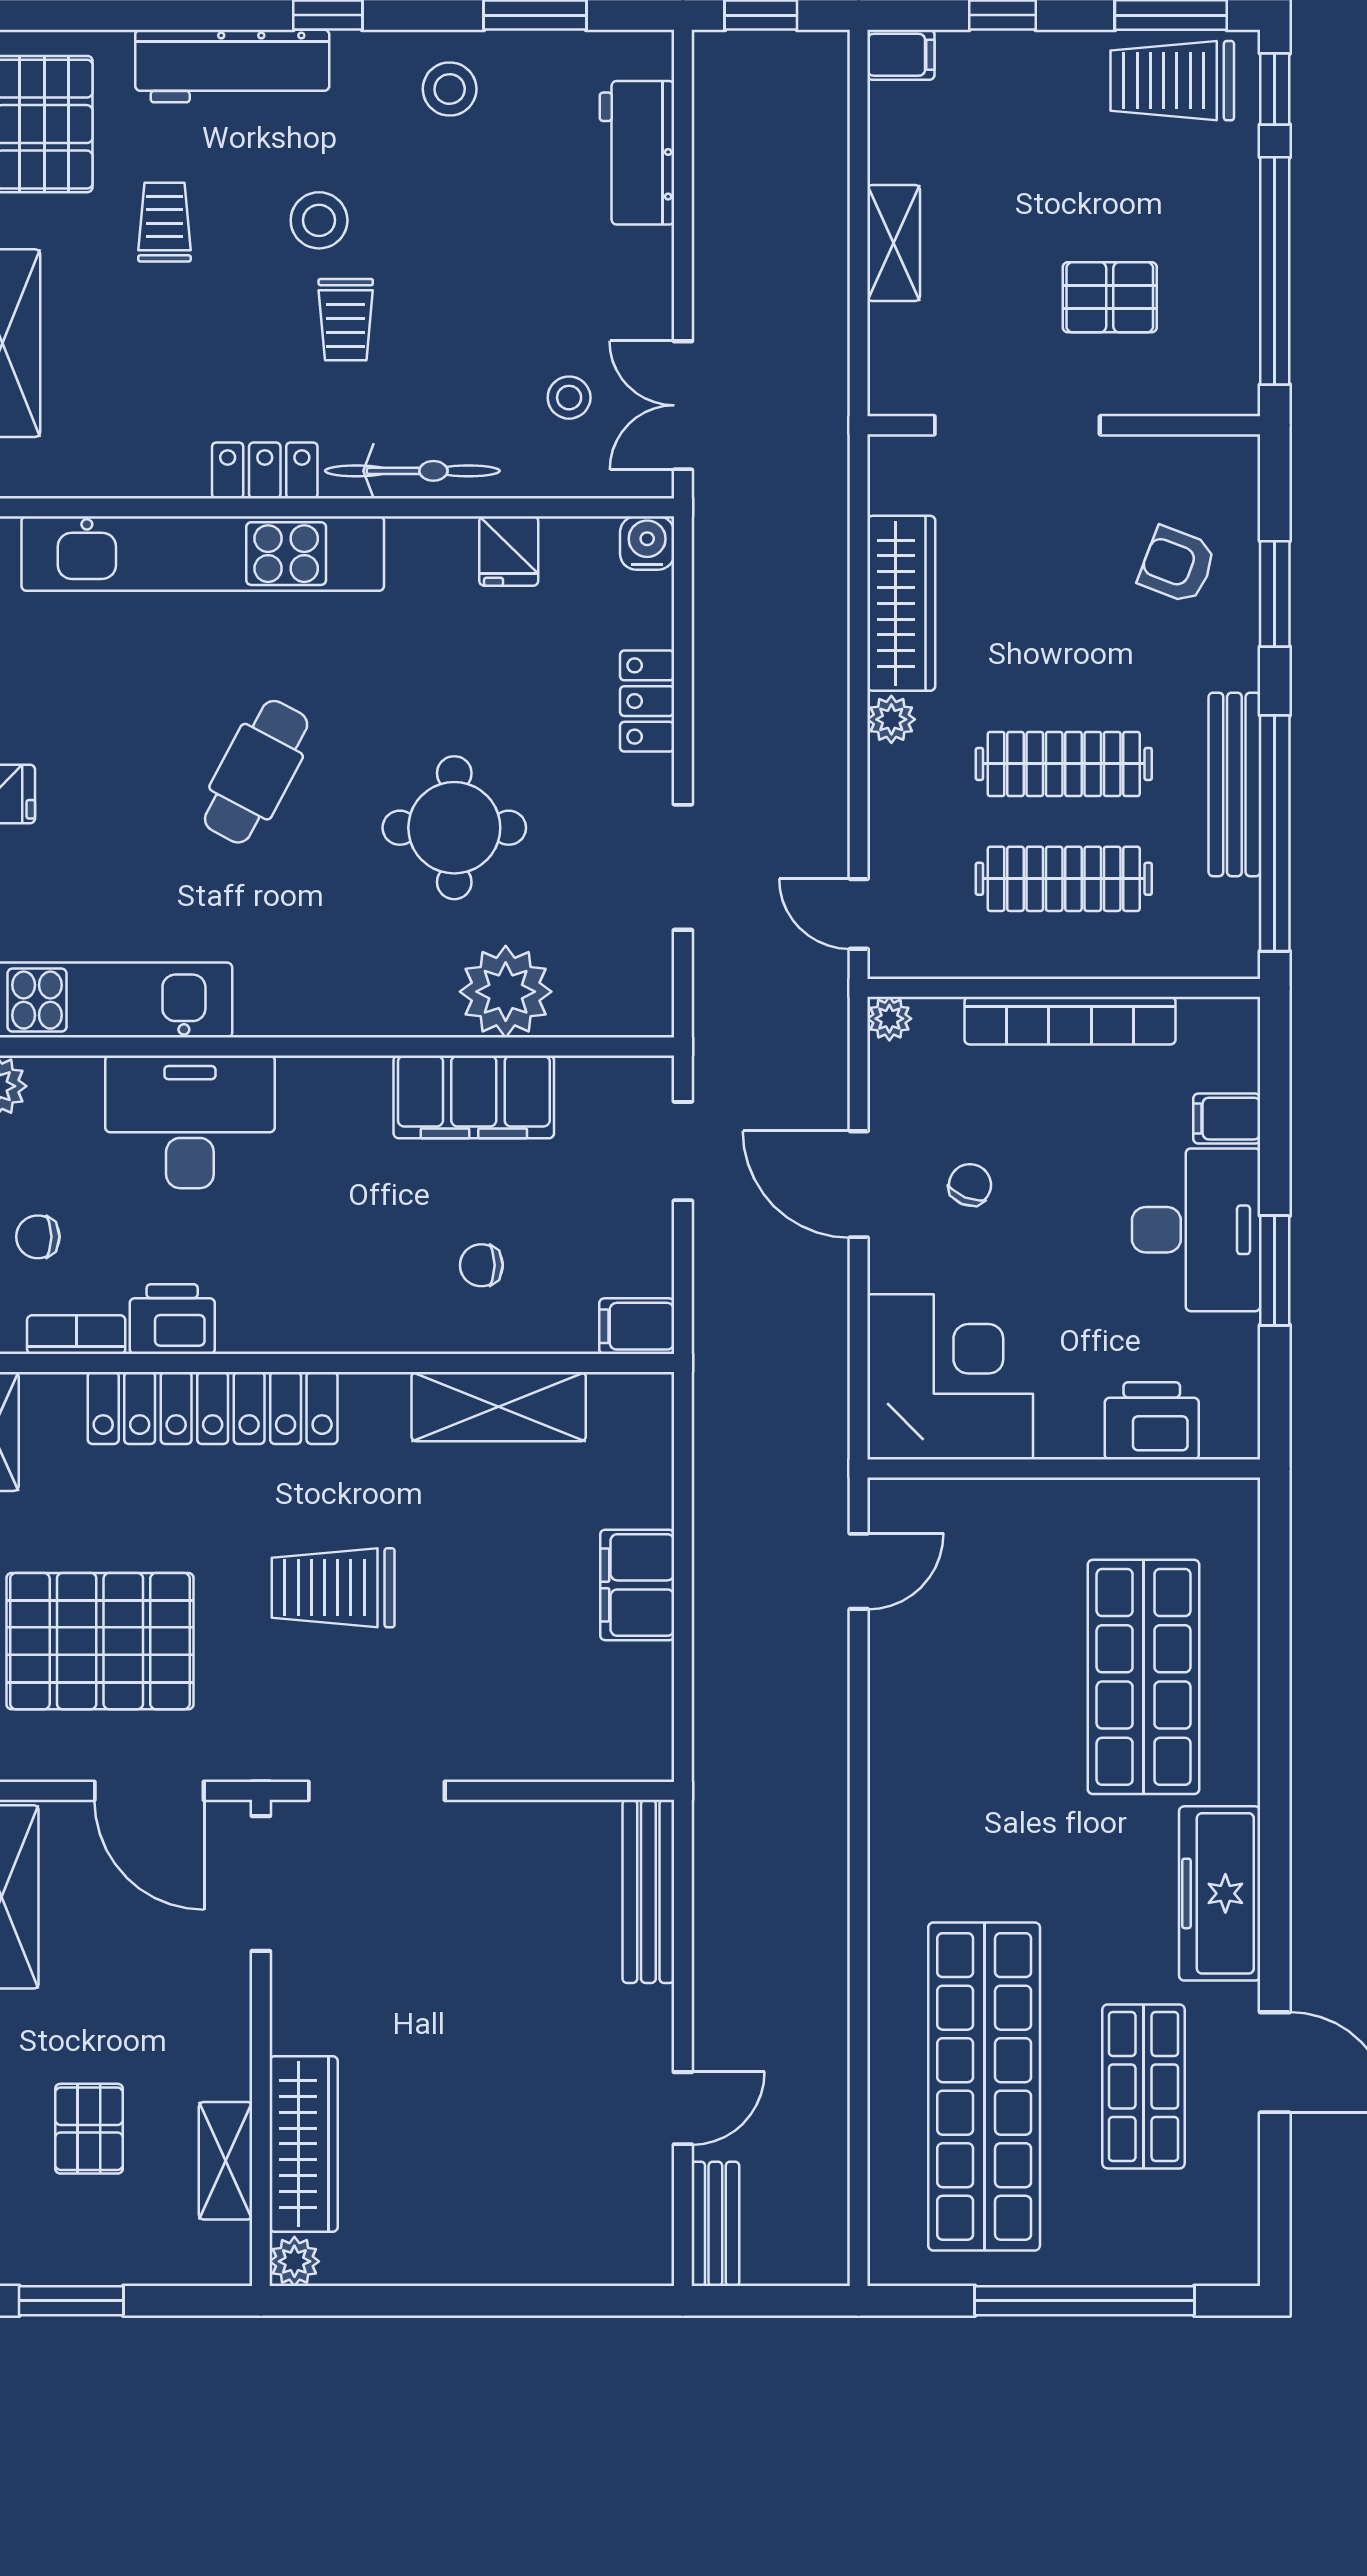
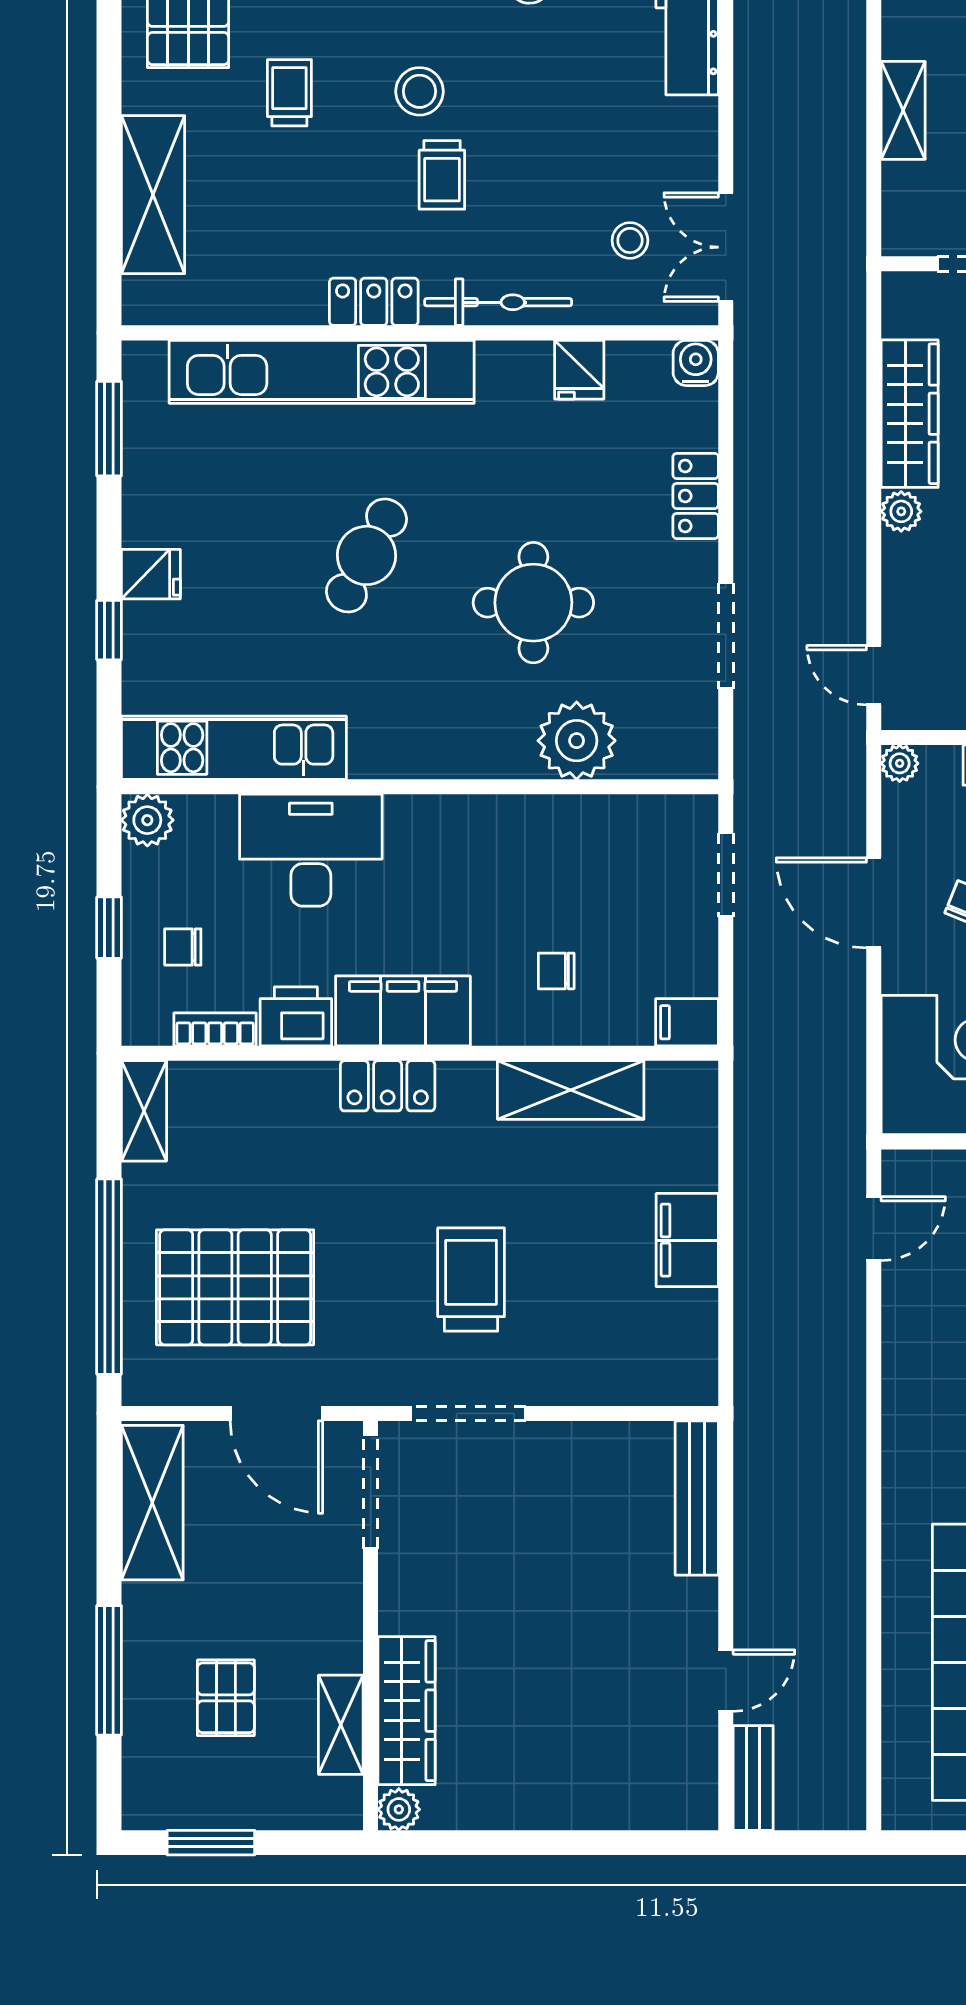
filing cabinet: (474, 1097) -> (403, 1011), moved, turned 180
locker: (213, 1408) -> (388, 1086), width x0.46, depth x0.83
trolley: (333, 1588) -> (471, 1280), moved, turned 90

